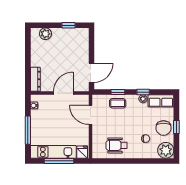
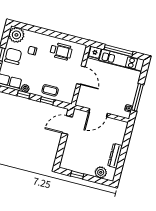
dresser: (35, 79) -> (115, 156), moved
door: (90, 115) -> (81, 75), moved
window: (28, 130) -> (137, 97), moved

